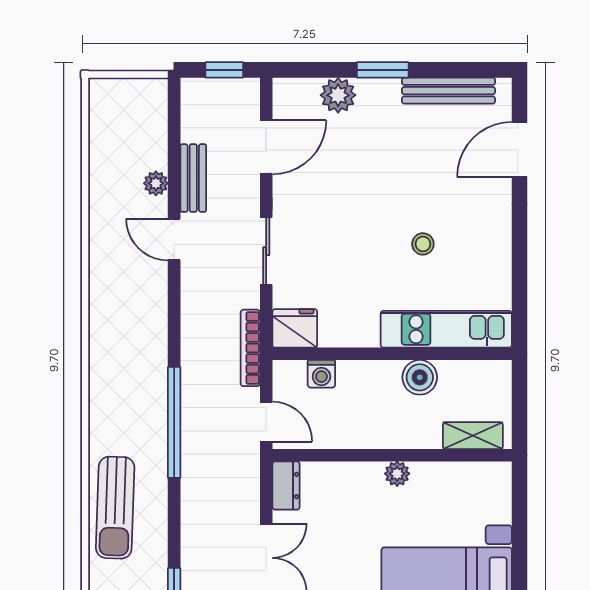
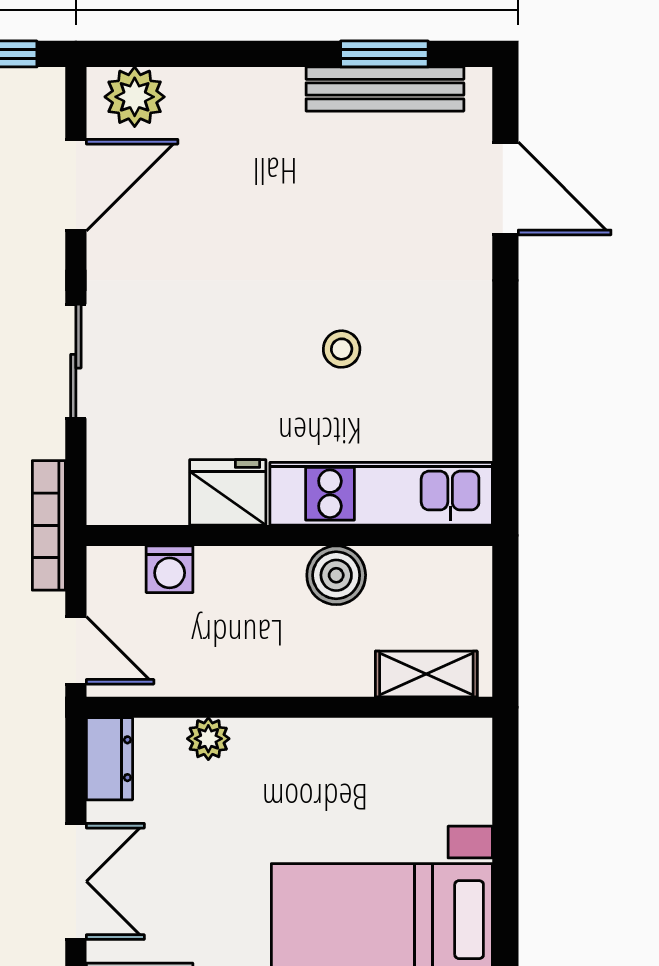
window: (383, 70) -> (384, 54), moved
plant: (338, 95) -> (135, 97), moved
door: (519, 149) -> (505, 188), swing flipped
fridge: (295, 328) -> (228, 492), moved
plant: (397, 474) -> (208, 739), moved

